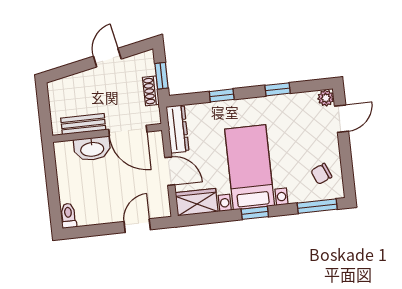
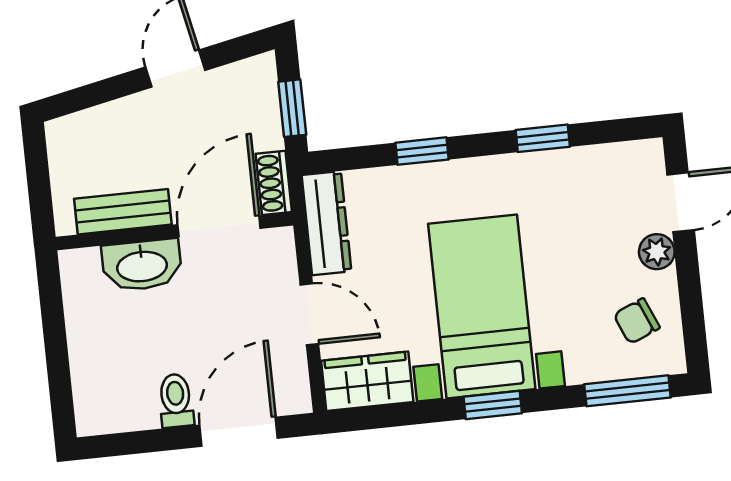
shoe rack: (151, 91) -> (274, 183), moved
plant: (326, 98) -> (657, 252), moved
door: (128, 131) -> (219, 226), swing flipped
toilet: (68, 216) -> (176, 401), moved
door: (137, 226) -> (239, 432), width x1.38

